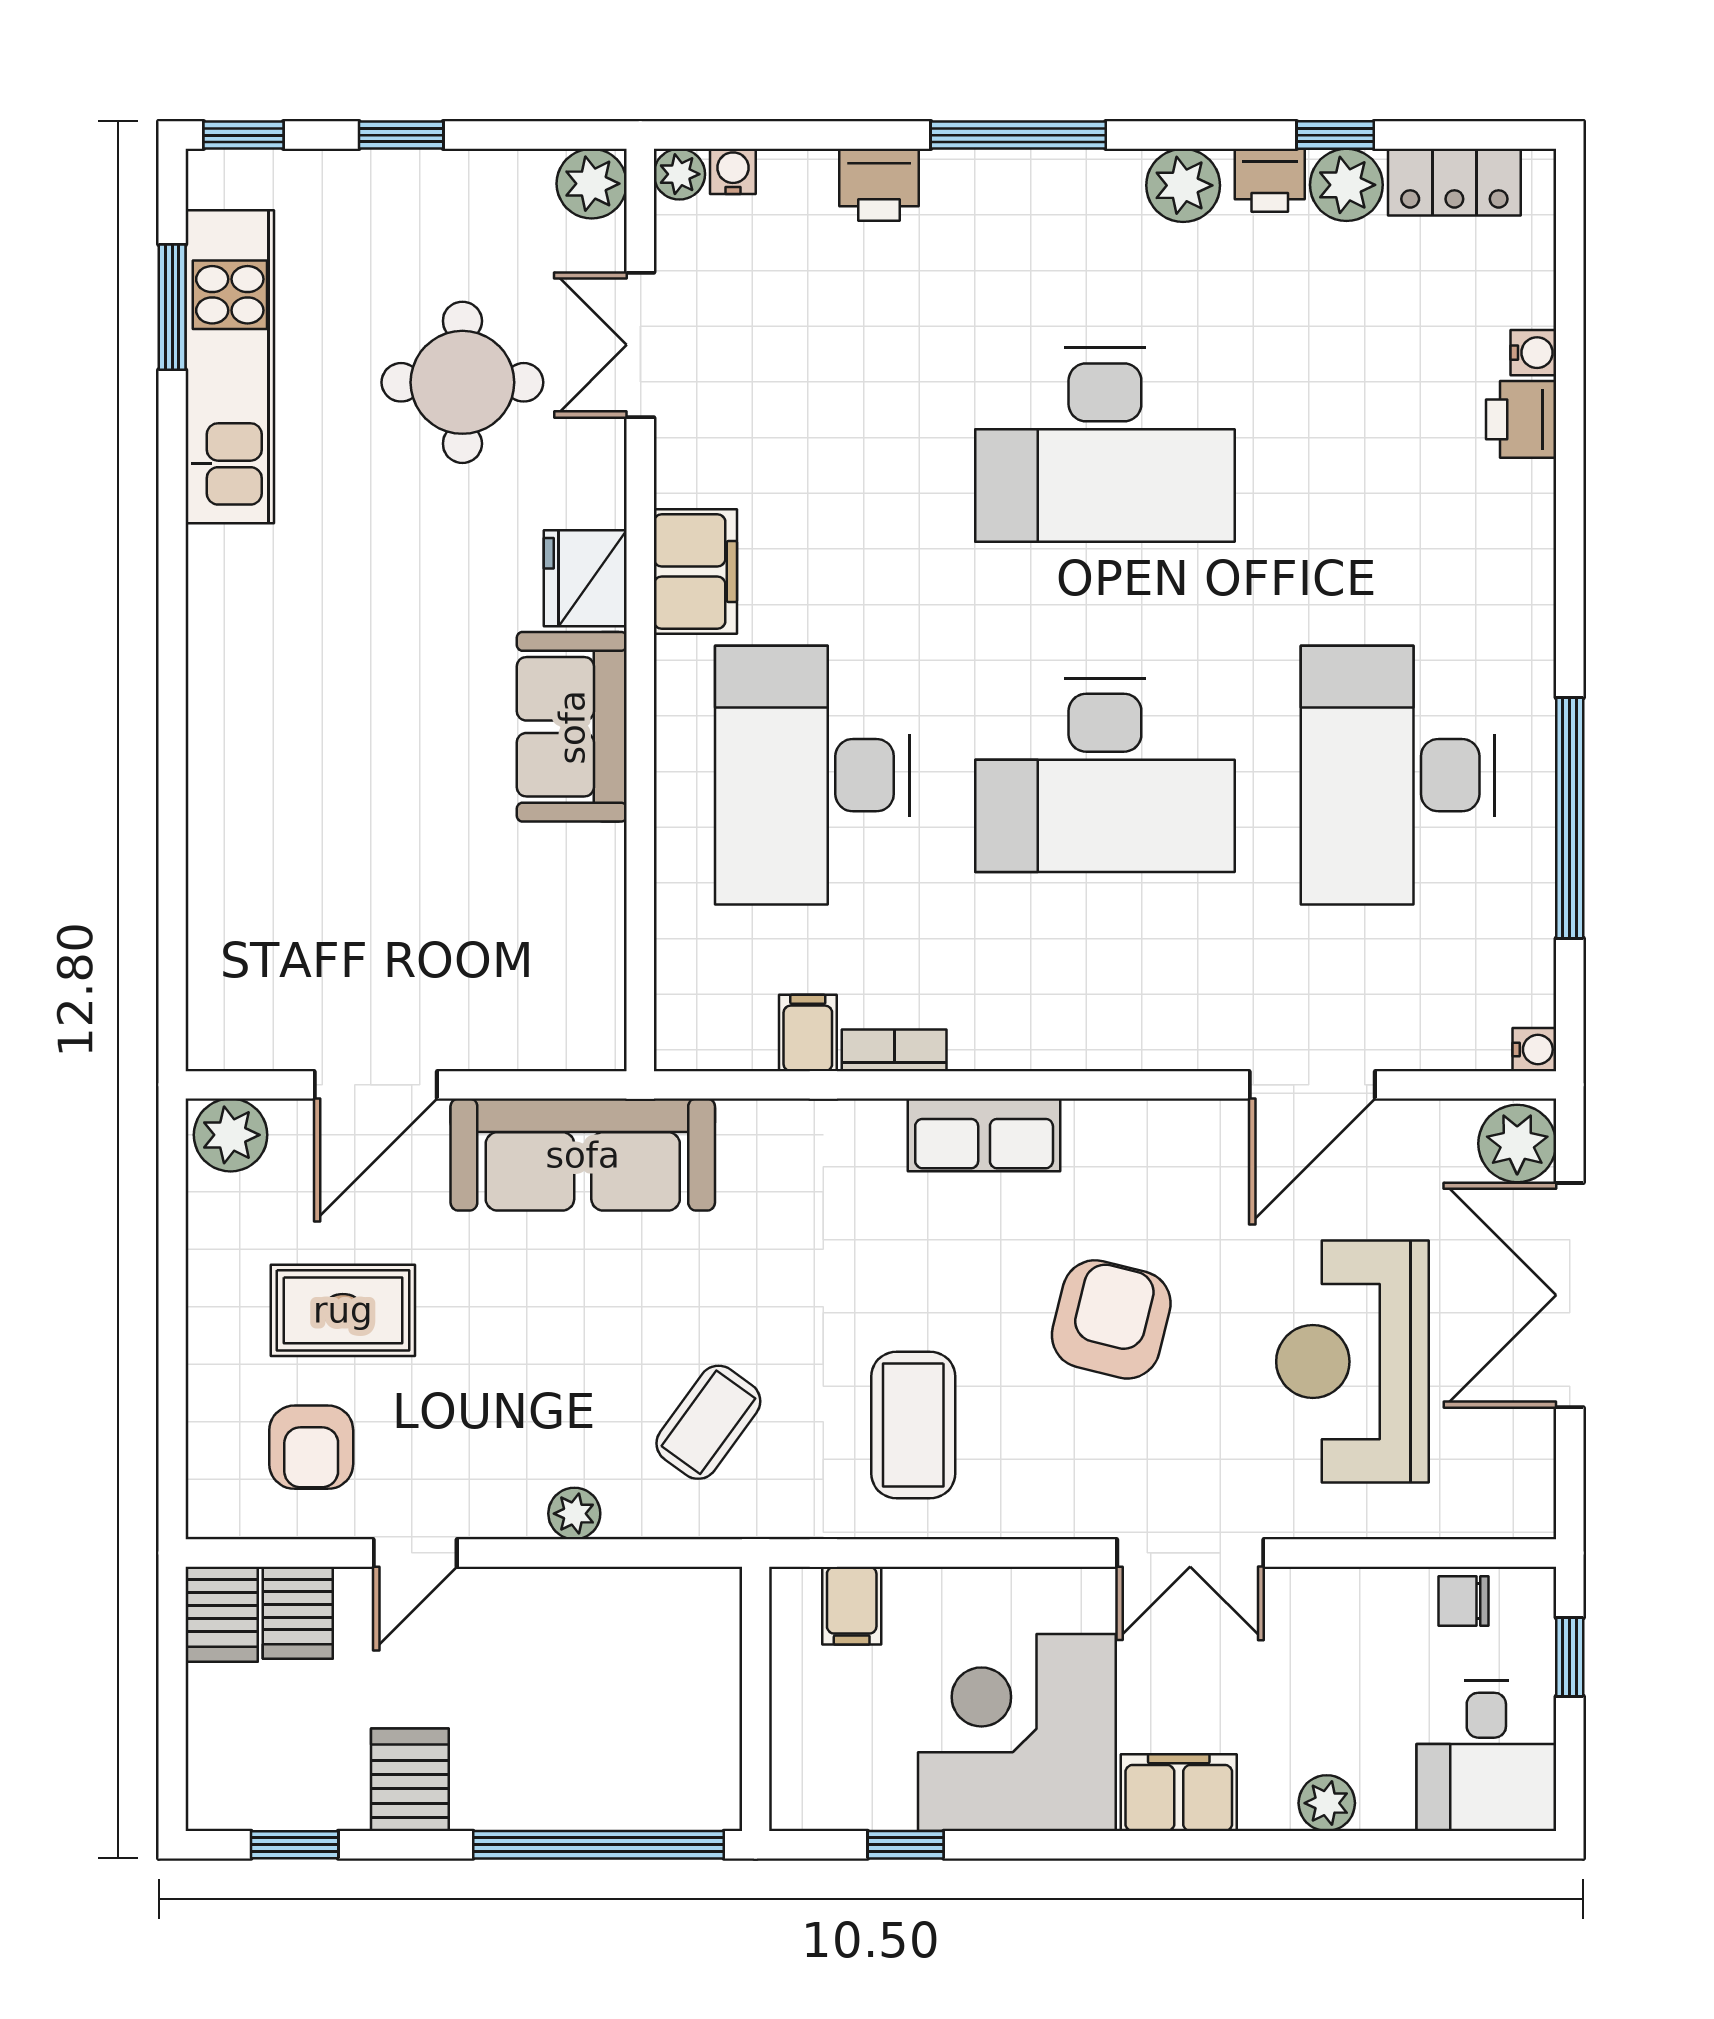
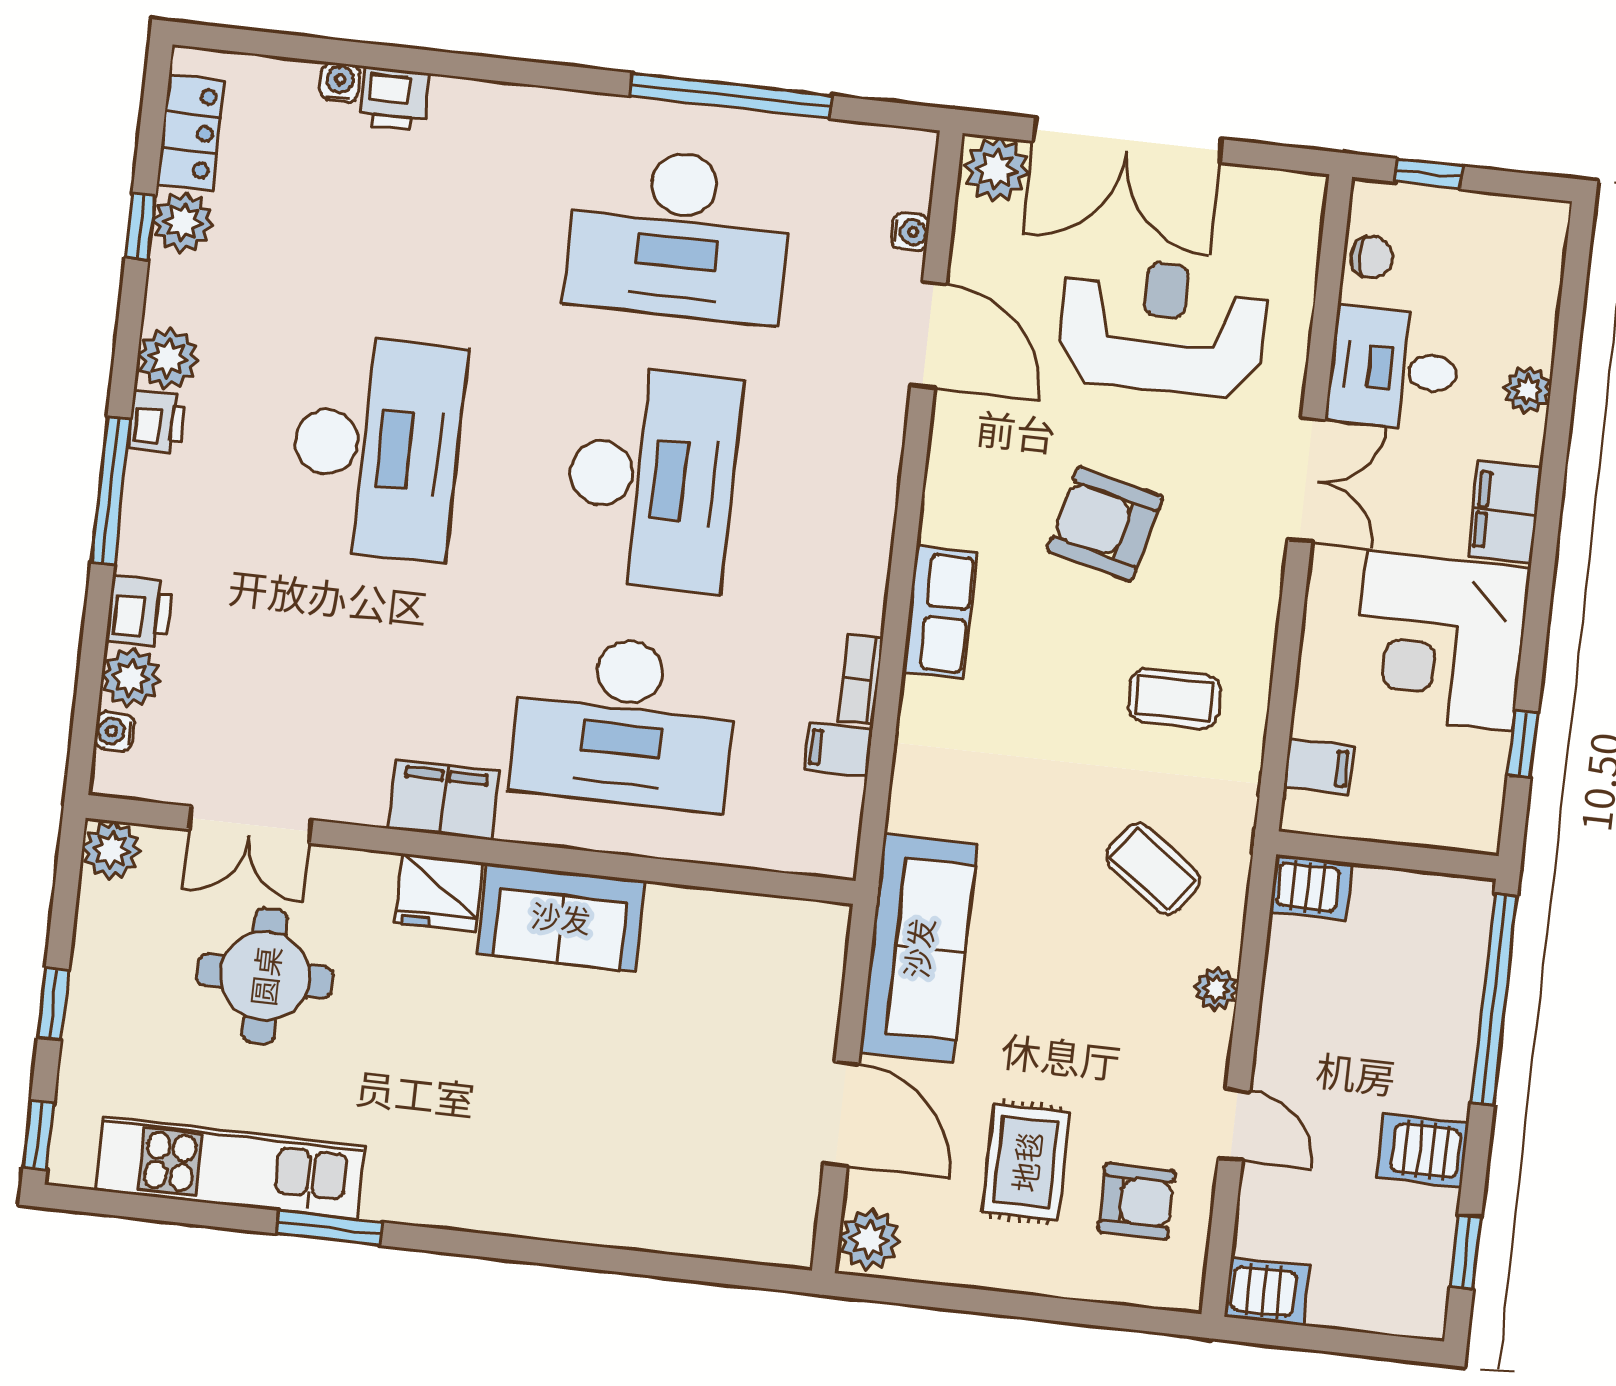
plant: (679, 174) -> (131, 678), moved, width x1.38, depth x1.38
printer: (1270, 180) -> (157, 422), moved
window: (172, 307) -> (329, 1228), moved
water cooler: (1534, 1050) -> (910, 232), moved, turned 90
reception desk: (1352, 1362) -> (1162, 327), turned 180
coffee table: (913, 1425) -> (1174, 698), width x0.73, depth x0.77
chair: (1463, 1601) -> (1372, 257), turned -90
server rack: (298, 1613) -> (1311, 887), moved
desk: (1486, 1756) -> (1394, 369), moved, turned 180

